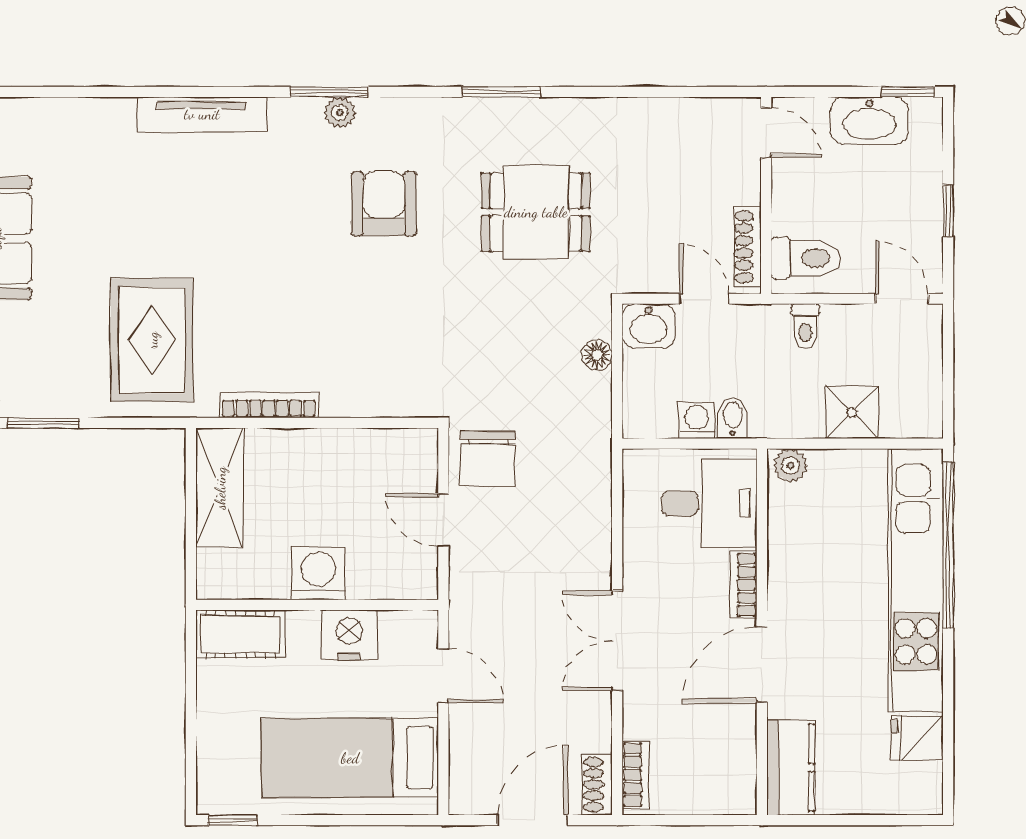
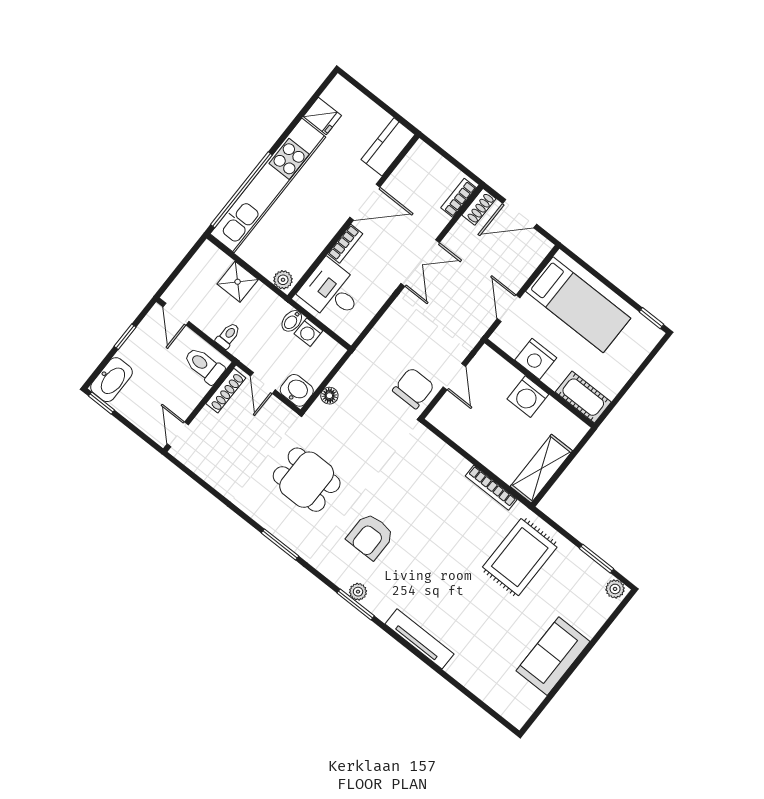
washbasin: (869, 121) -> (111, 380), moved, turned 90

